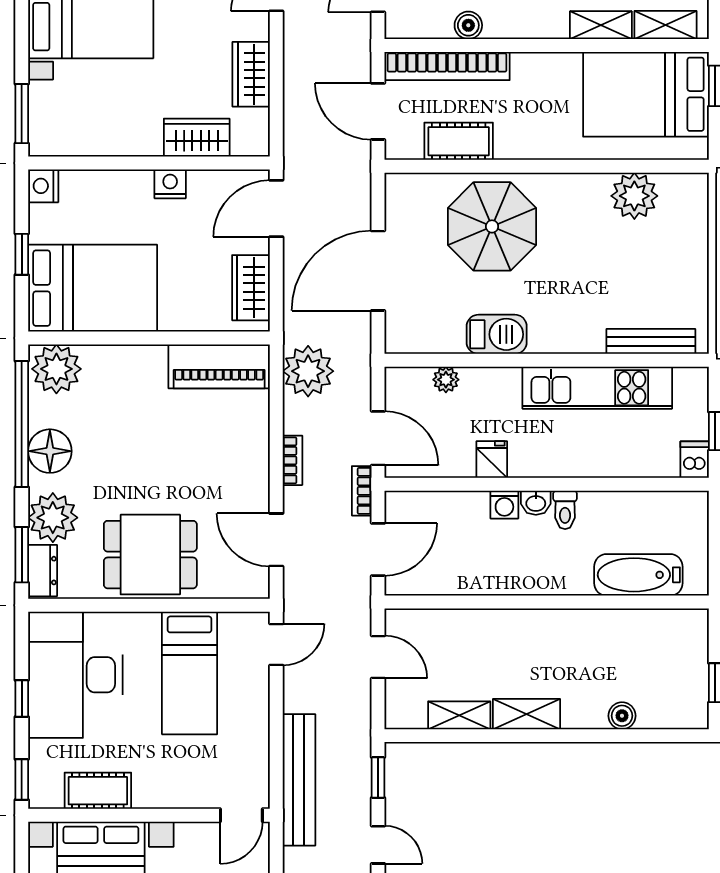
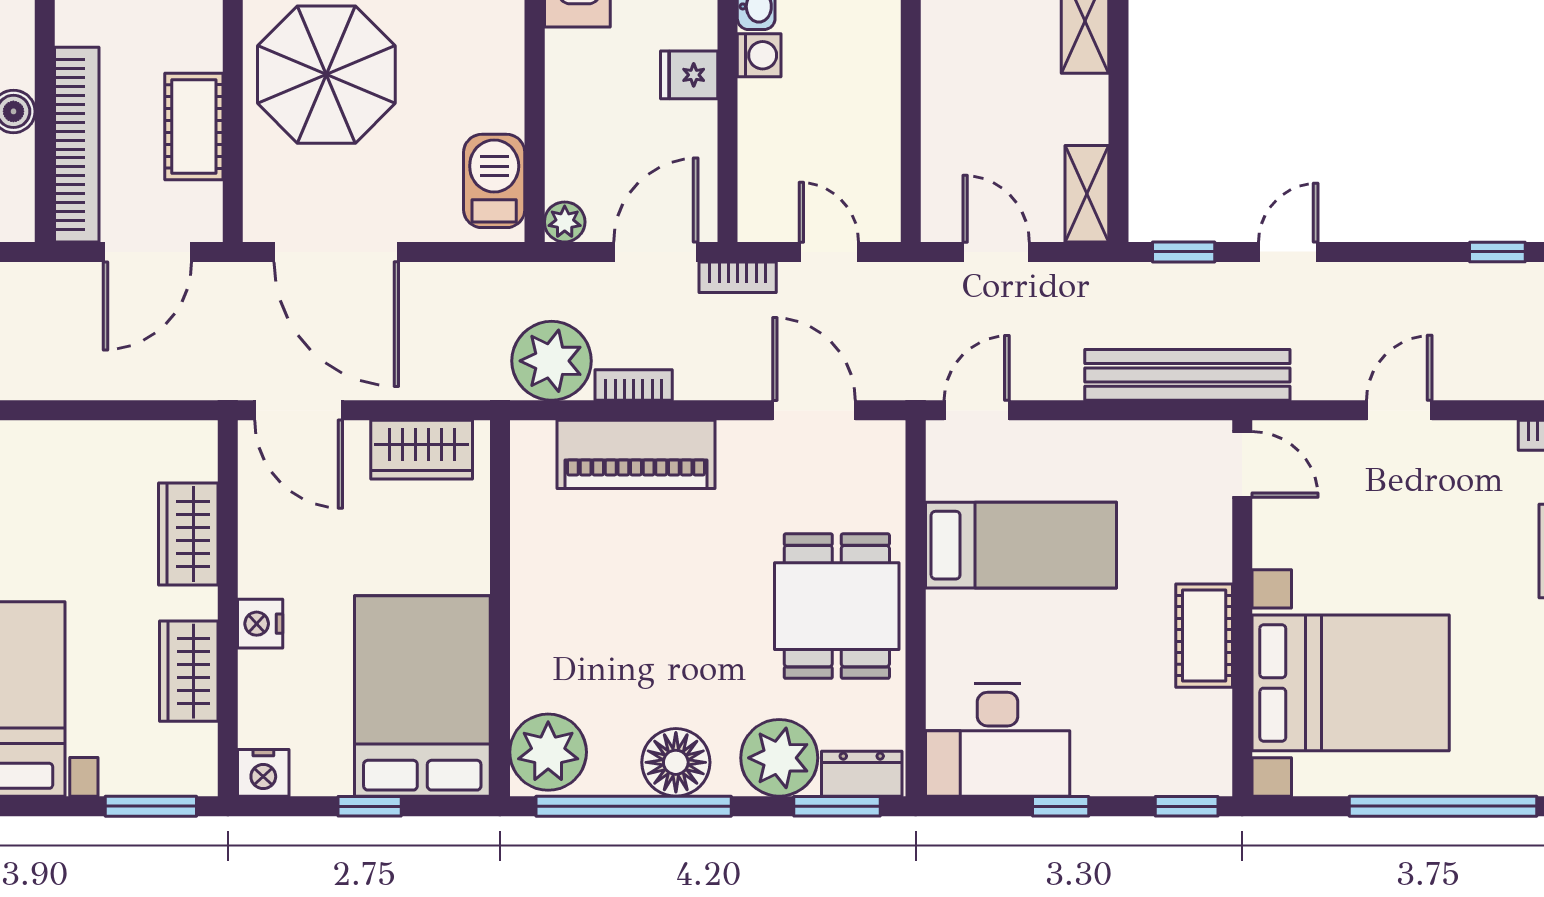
wardrobe: (251, 74) -> (189, 671), moved, turned 90
nightstand: (170, 184) -> (260, 624), moved
door: (378, 271) -> (336, 252), moved
barbecue: (497, 334) -> (494, 181), moved
piano: (219, 366) -> (636, 454), moved, turned 90
plant: (446, 380) -> (565, 222), moved
bookcase: (292, 460) -> (634, 385), moved
door: (276, 540) -> (814, 410), swing flipped
door: (378, 549) -> (829, 252), width x0.73
door: (276, 644) -> (977, 410), hinge flipped
door: (378, 657) -> (996, 252), hinge flipped
desk: (75, 675) -> (998, 740), width x0.73, depth x0.77
shelving: (459, 715) -> (1087, 194), moved
cot: (98, 791) -> (1204, 636), moved

